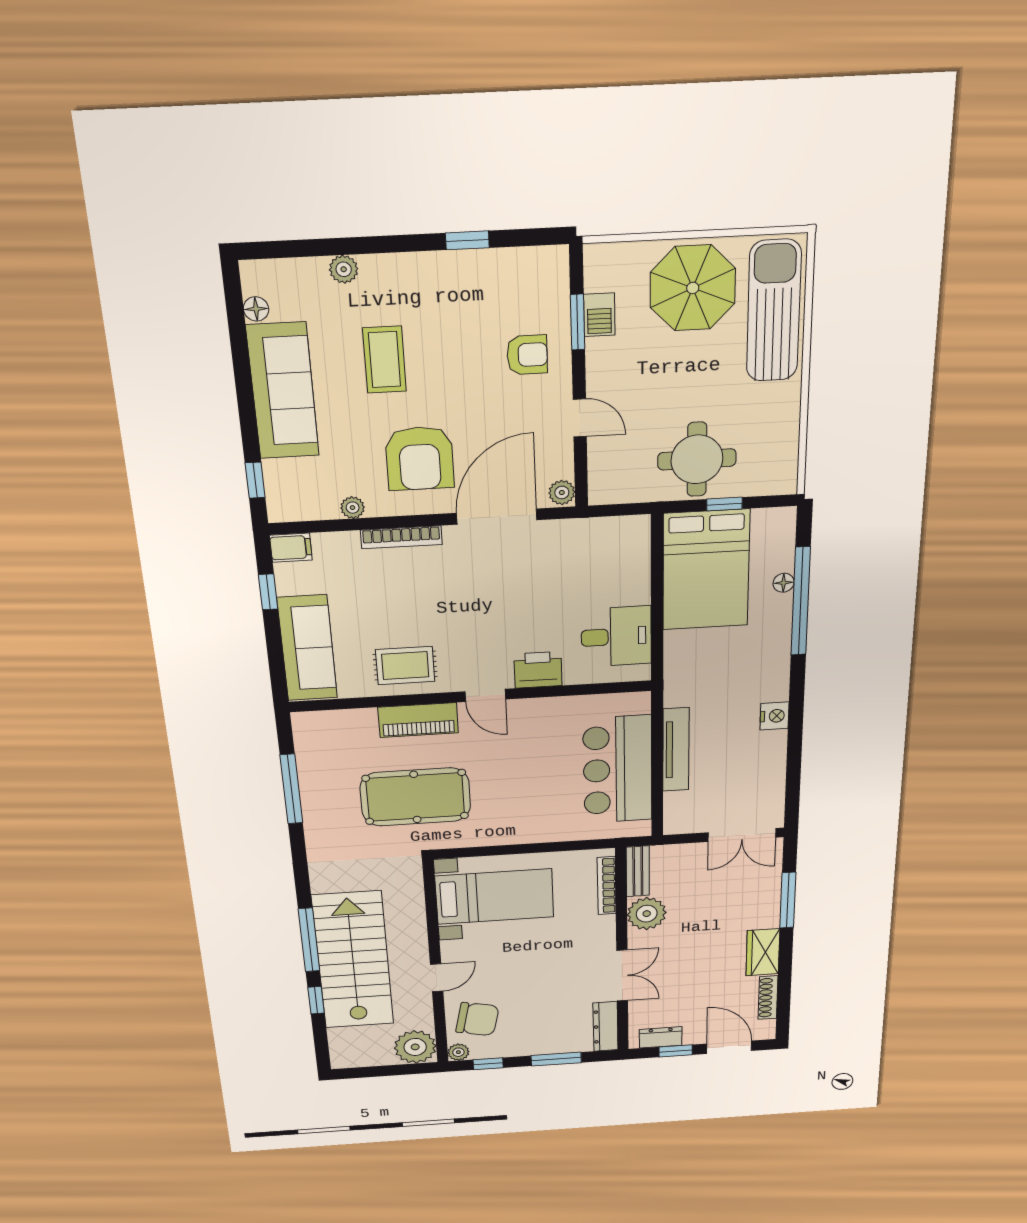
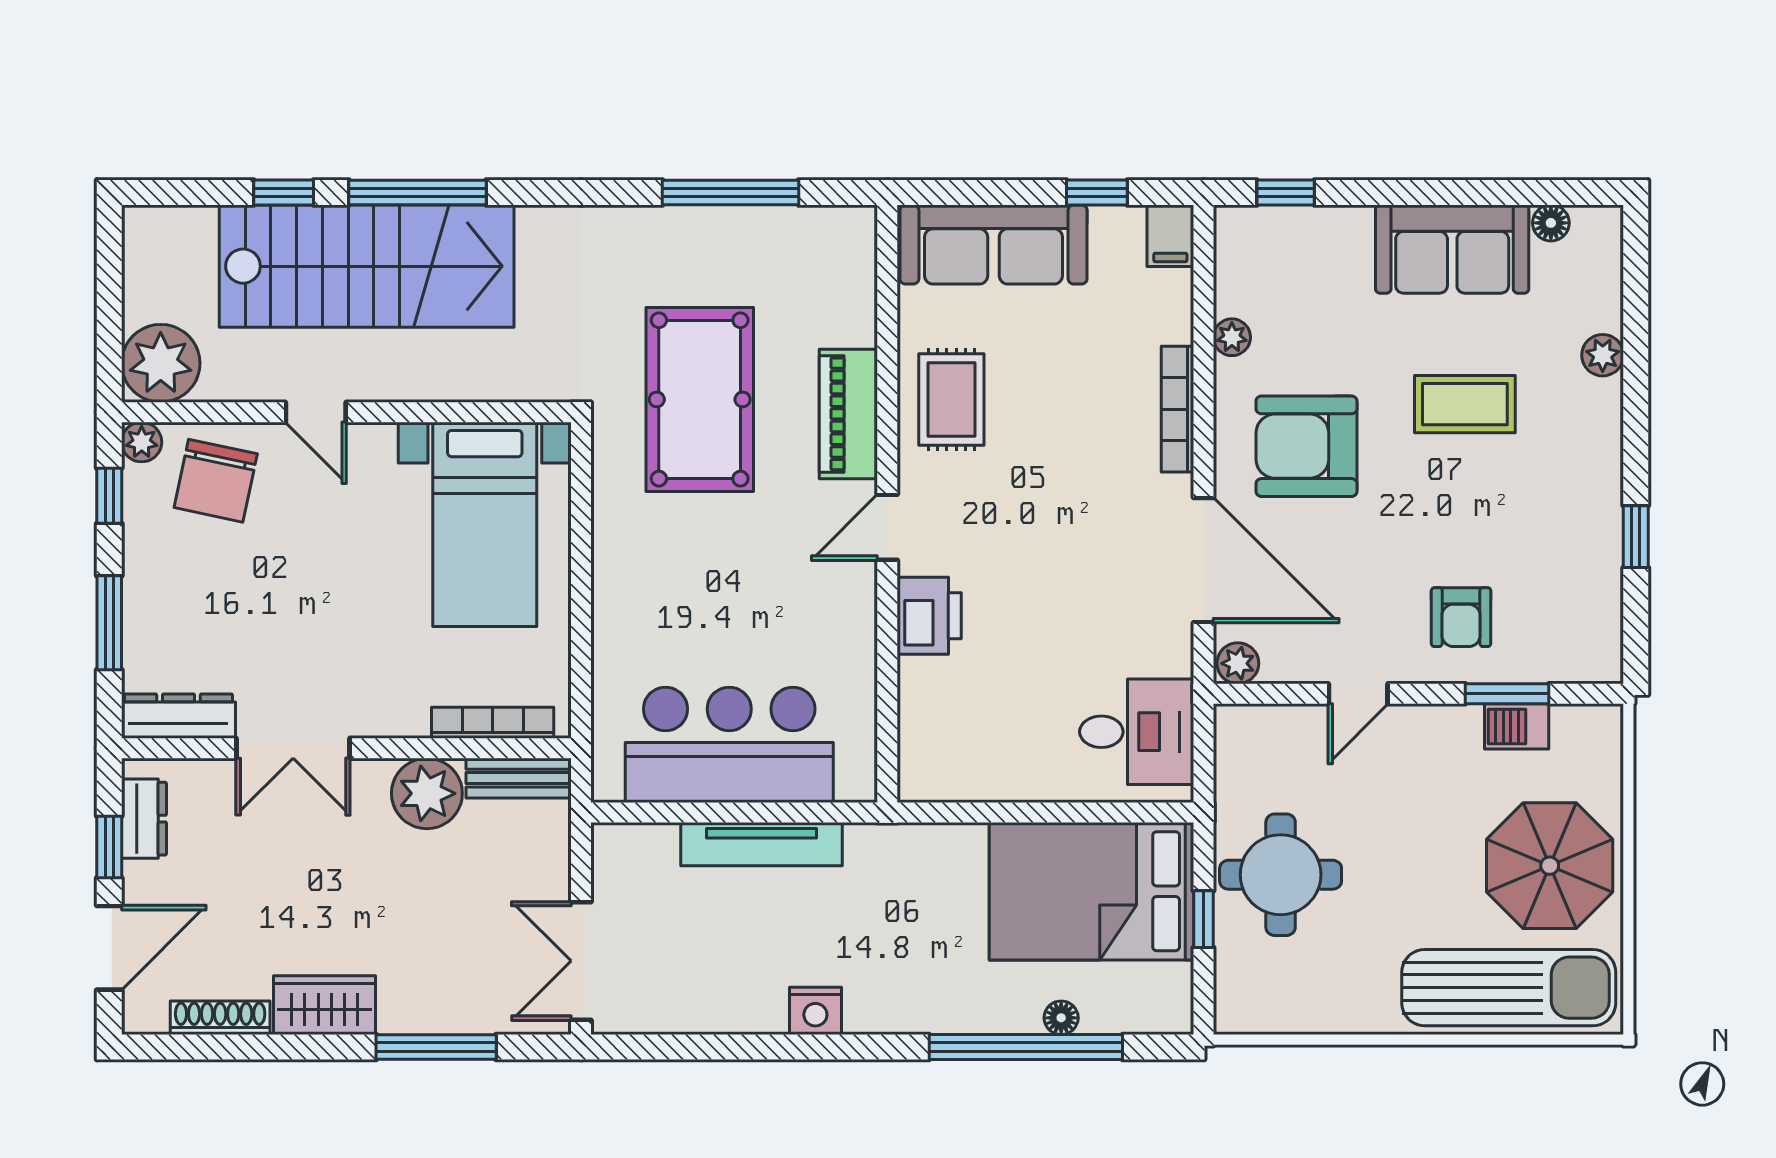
sofa: (283, 391) -> (1452, 249), width x0.73
desk: (616, 637) -> (1137, 732), moved, turned -90

